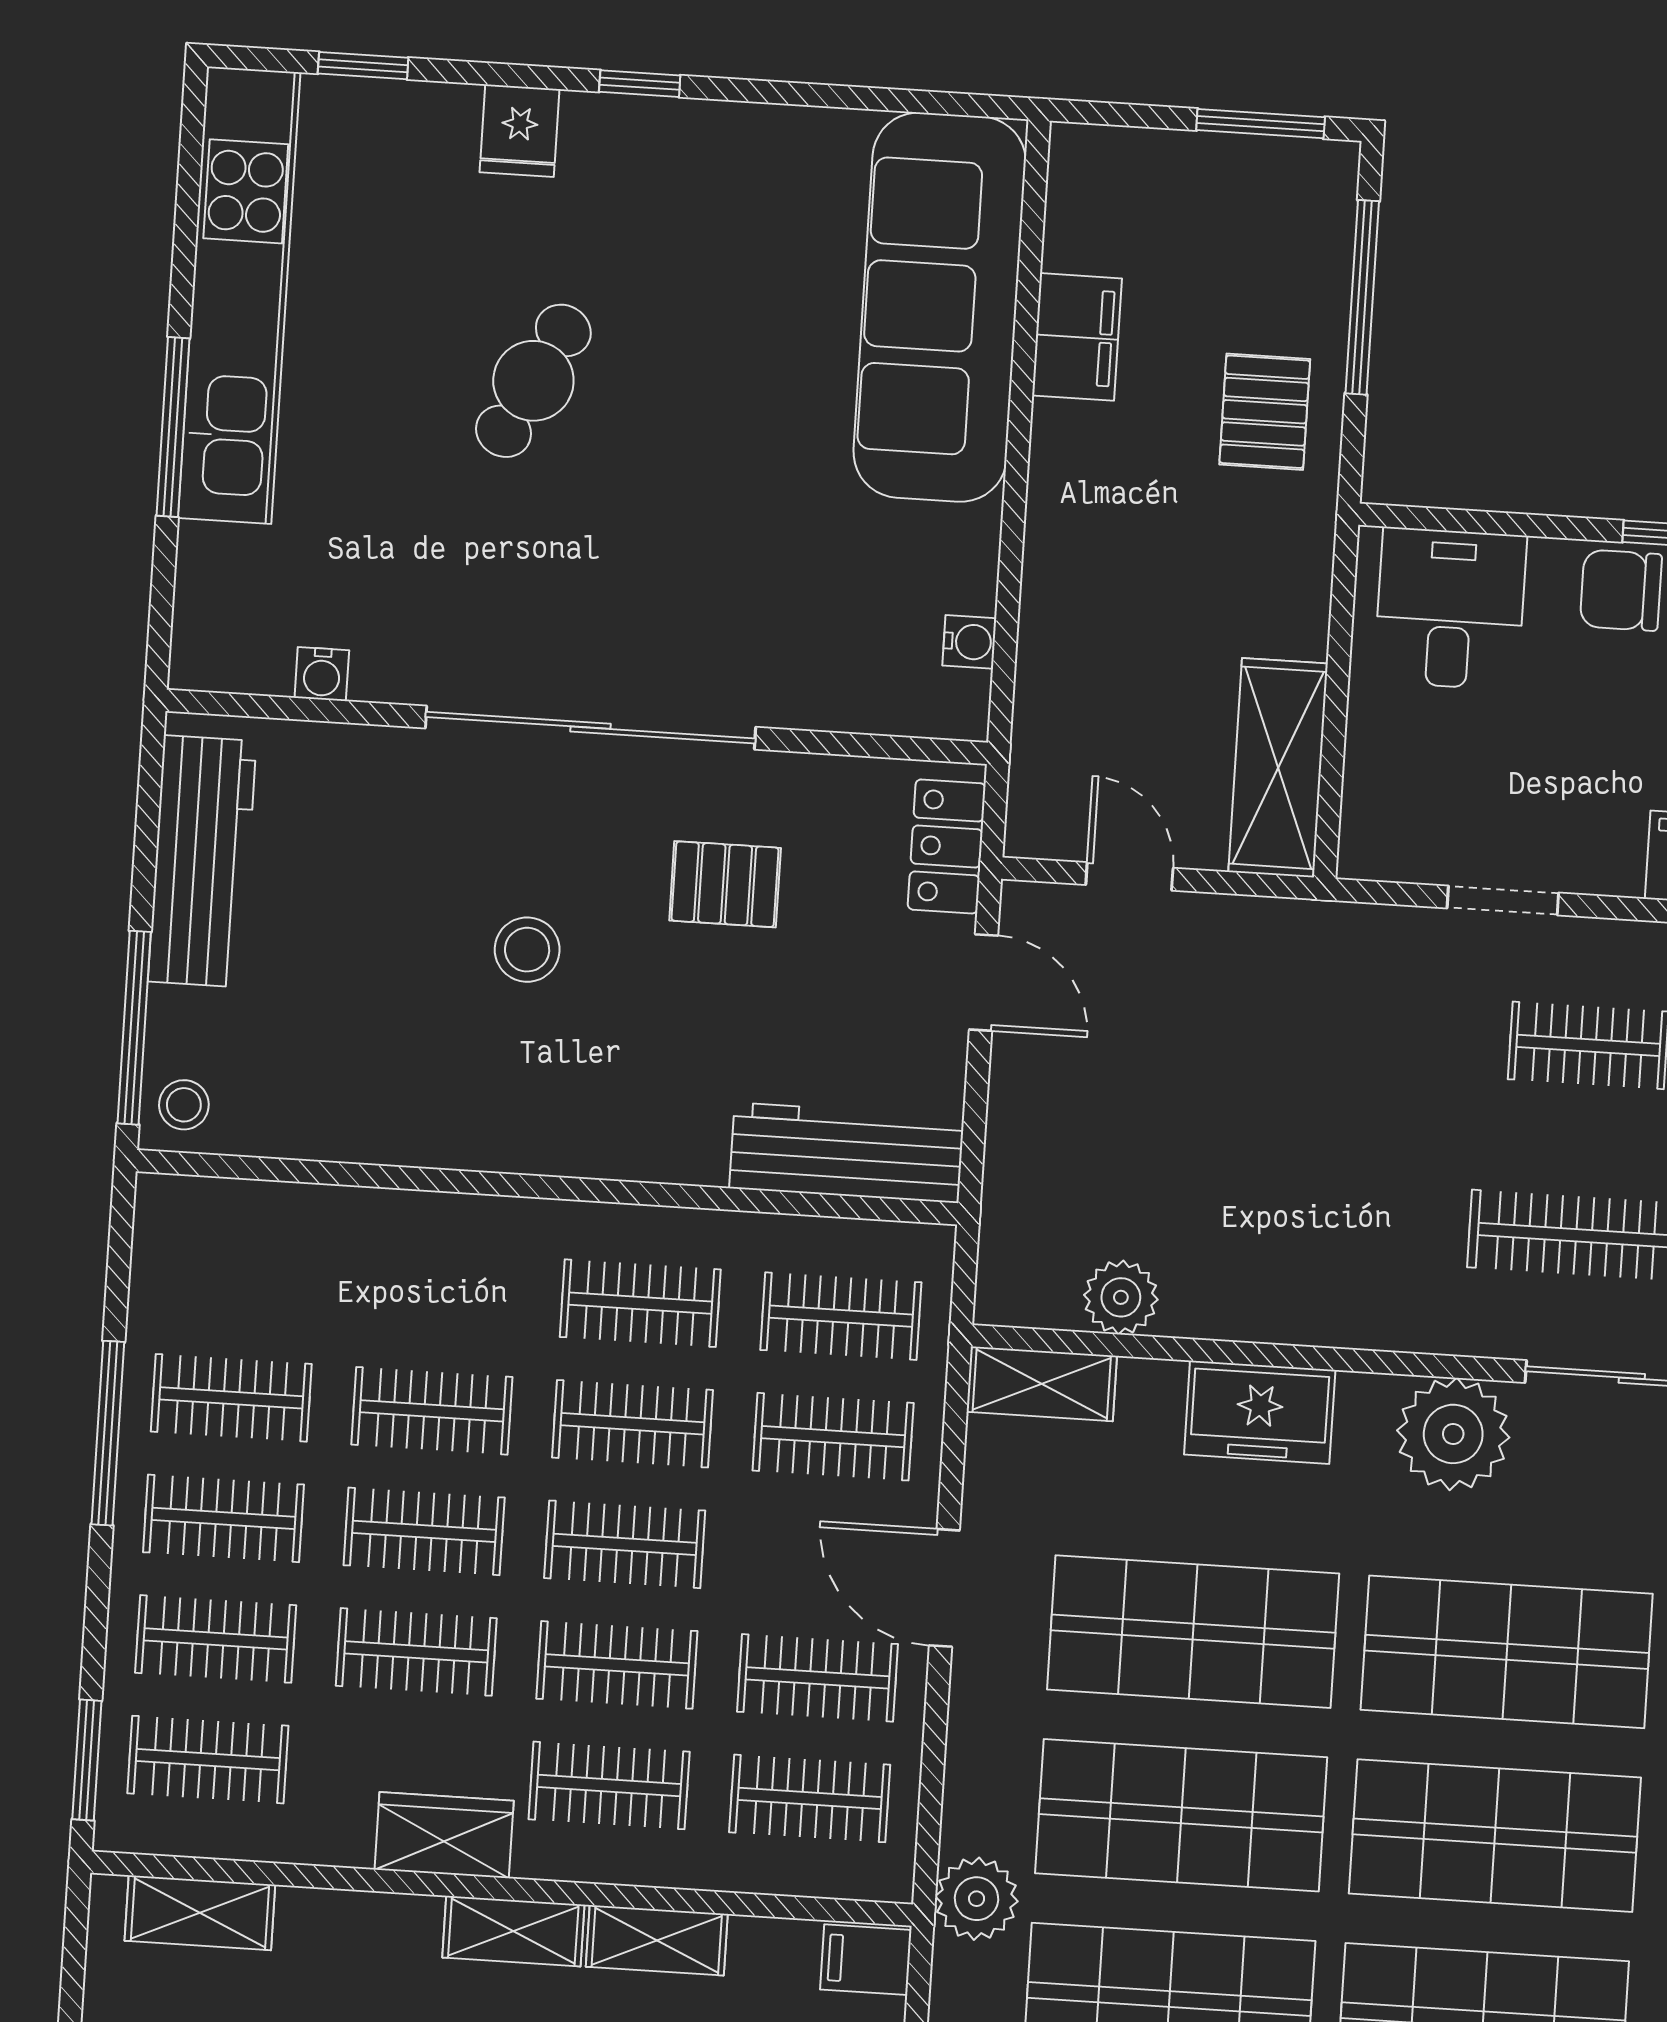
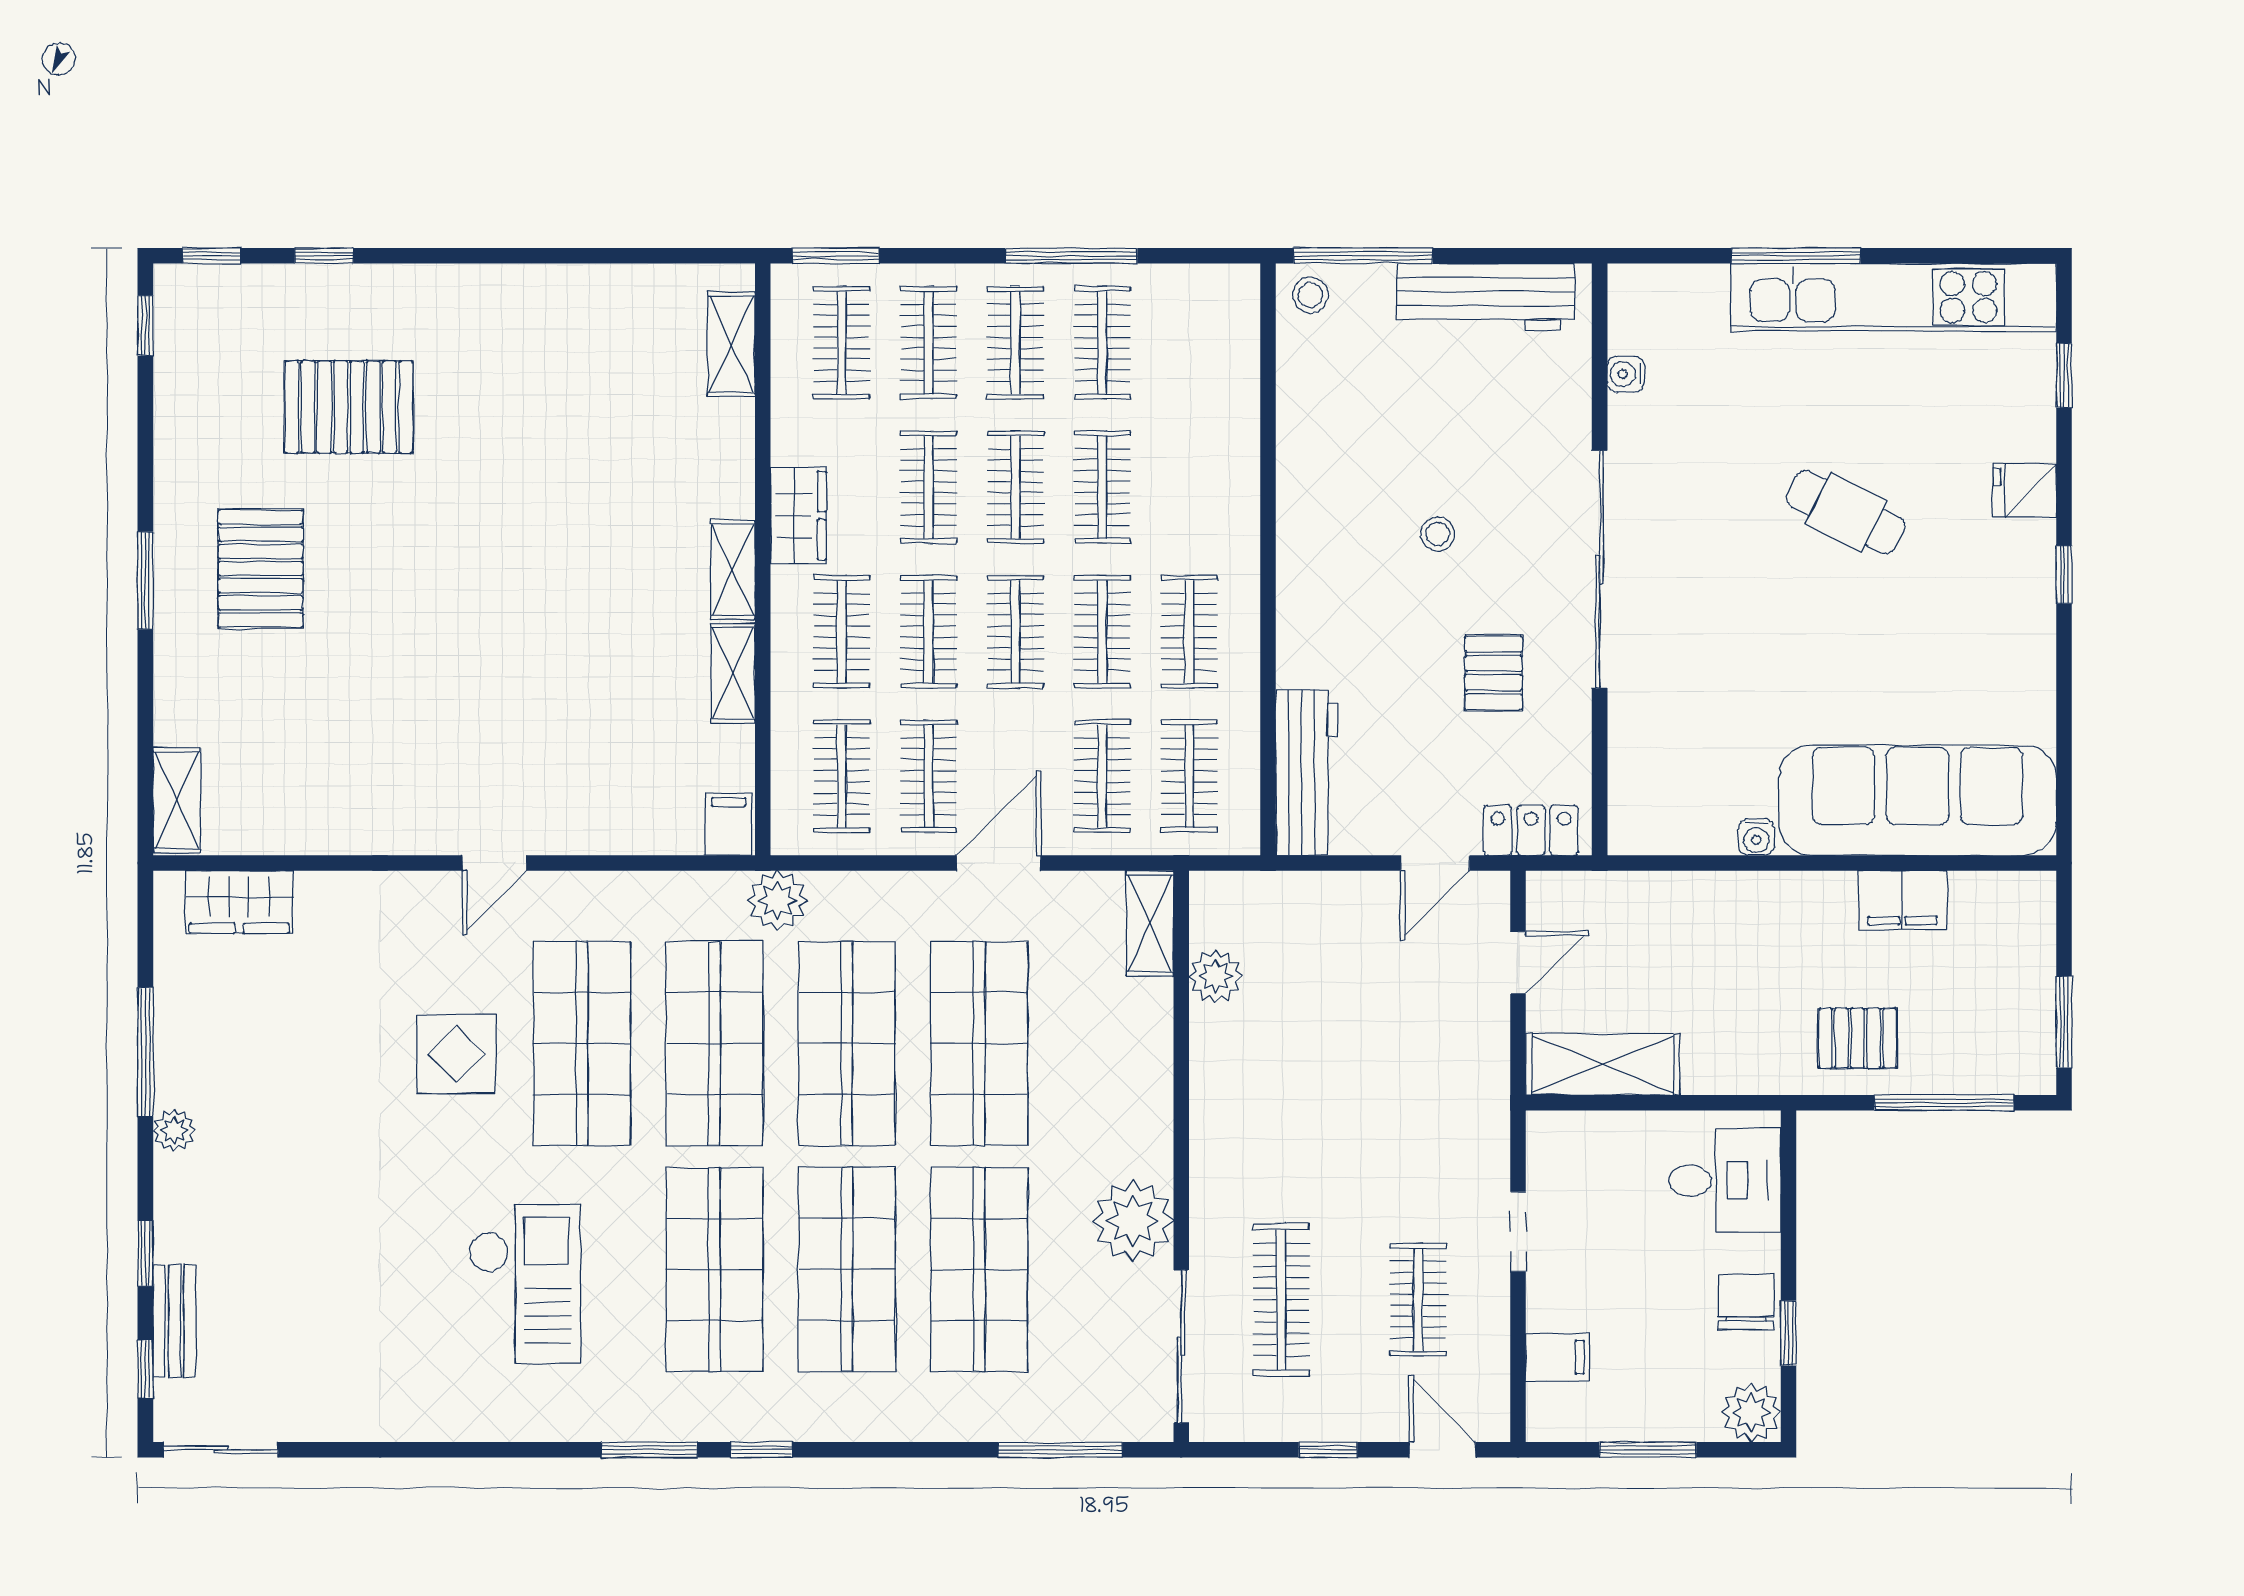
water cooler: (969, 642) -> (1756, 837), moved
stool: (527, 950) -> (1438, 534), width x0.73, depth x0.73
freezer: (1260, 1412) -> (1140, 1081), removed

